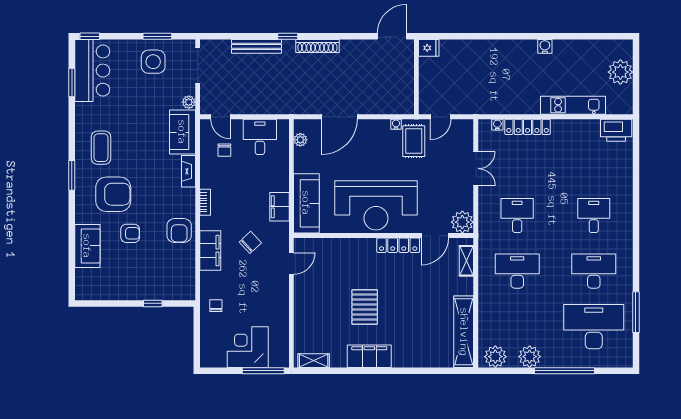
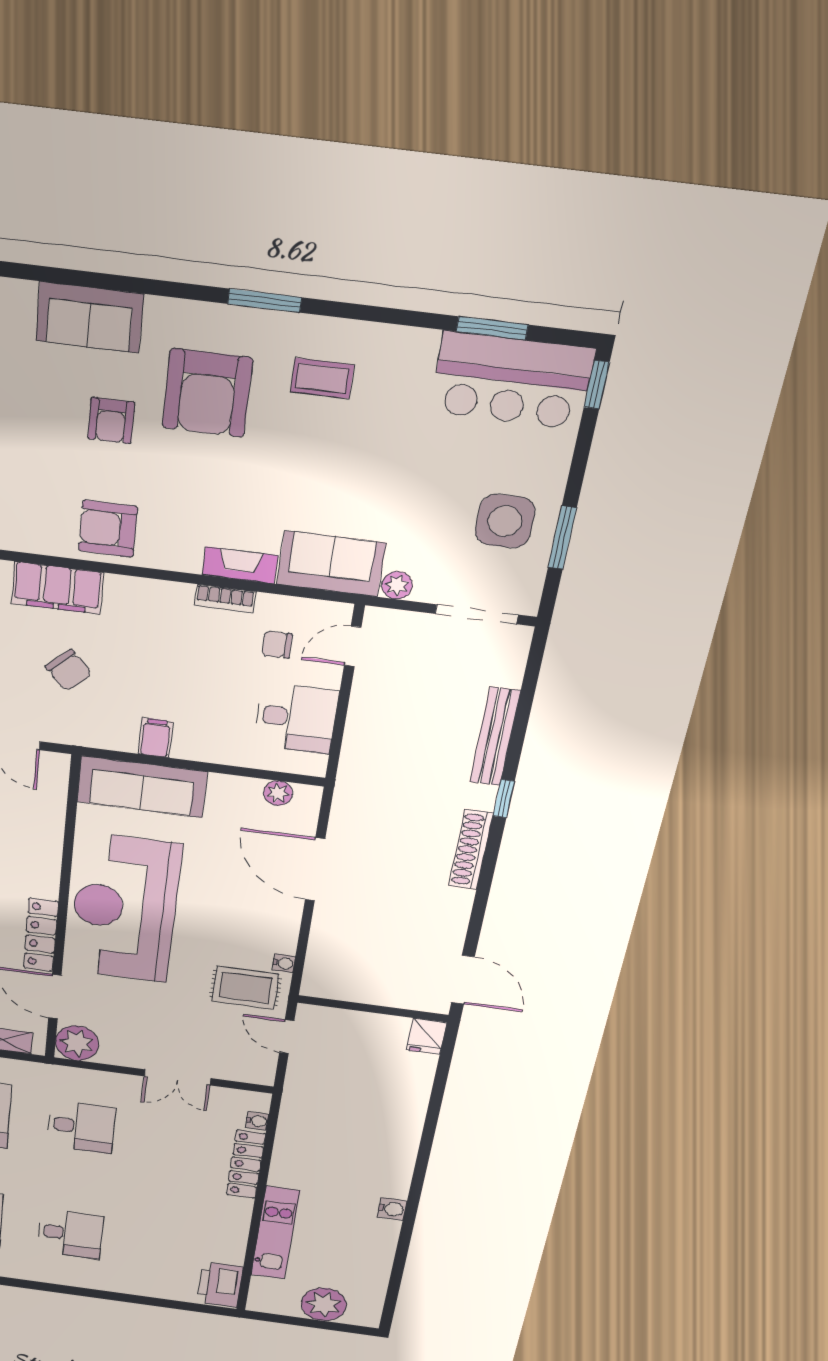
coffee table: (101, 148) -> (322, 378), width x0.73, depth x0.77
bookcase: (205, 202) -> (225, 599), moved
filing cabinet: (279, 207) -> (156, 738), width x0.50

